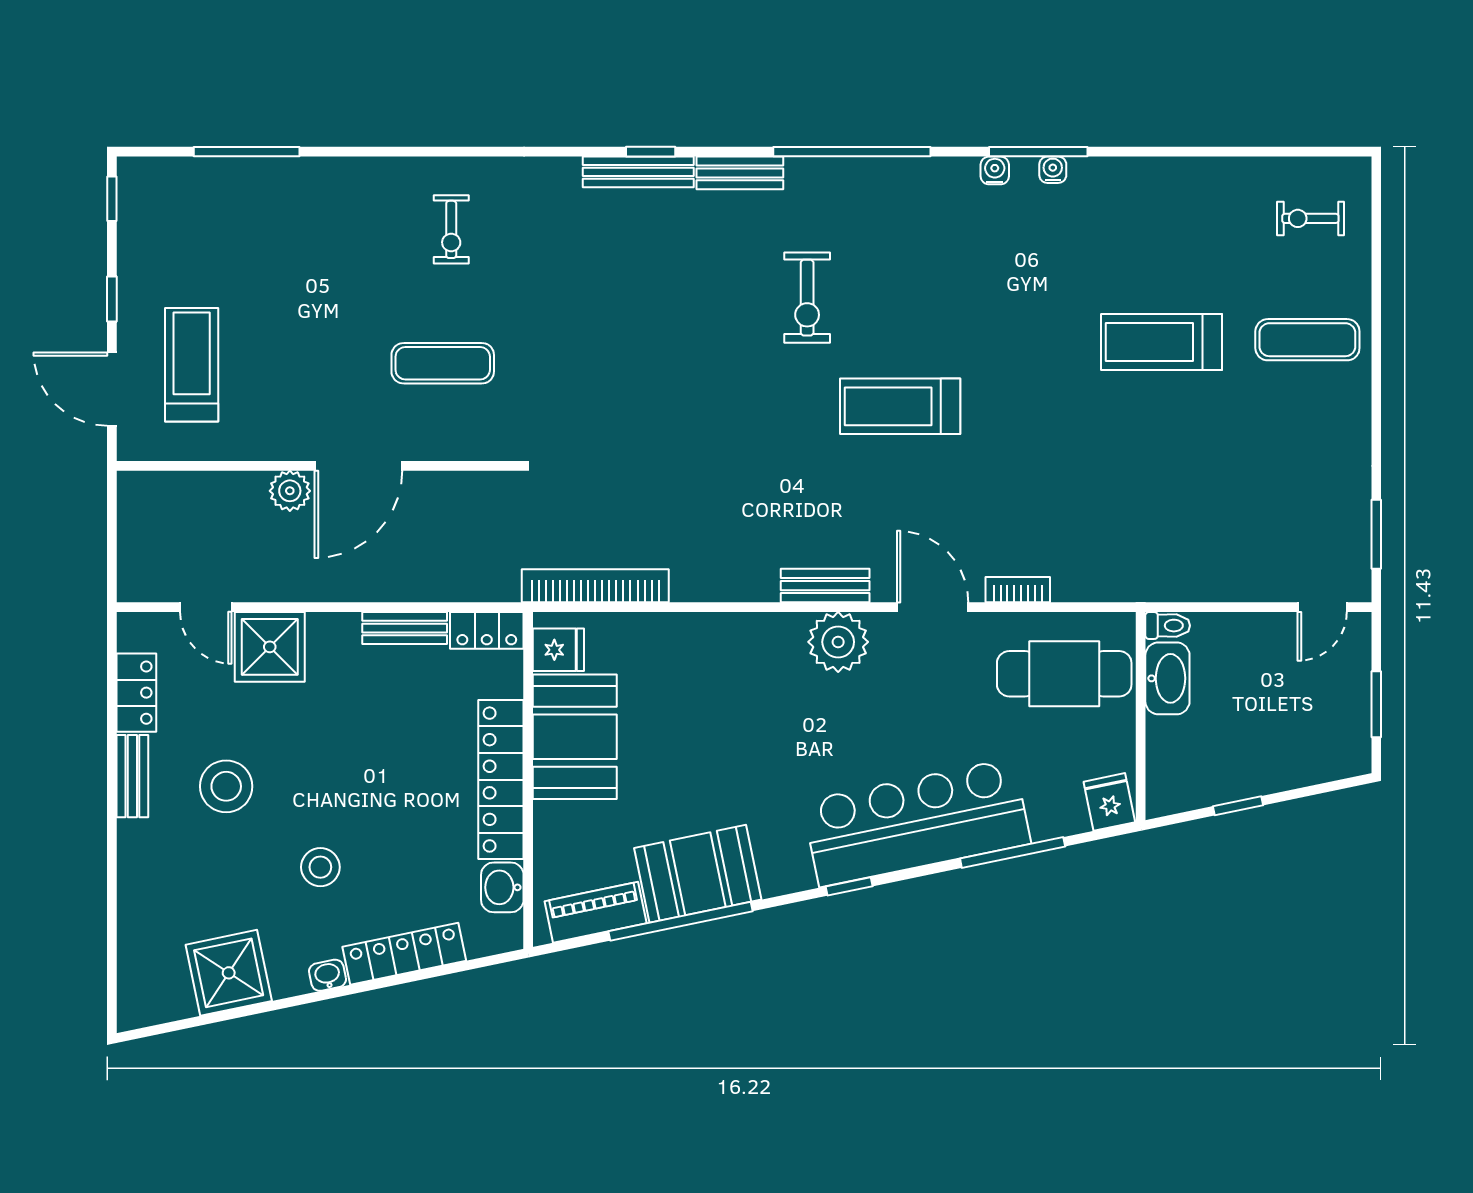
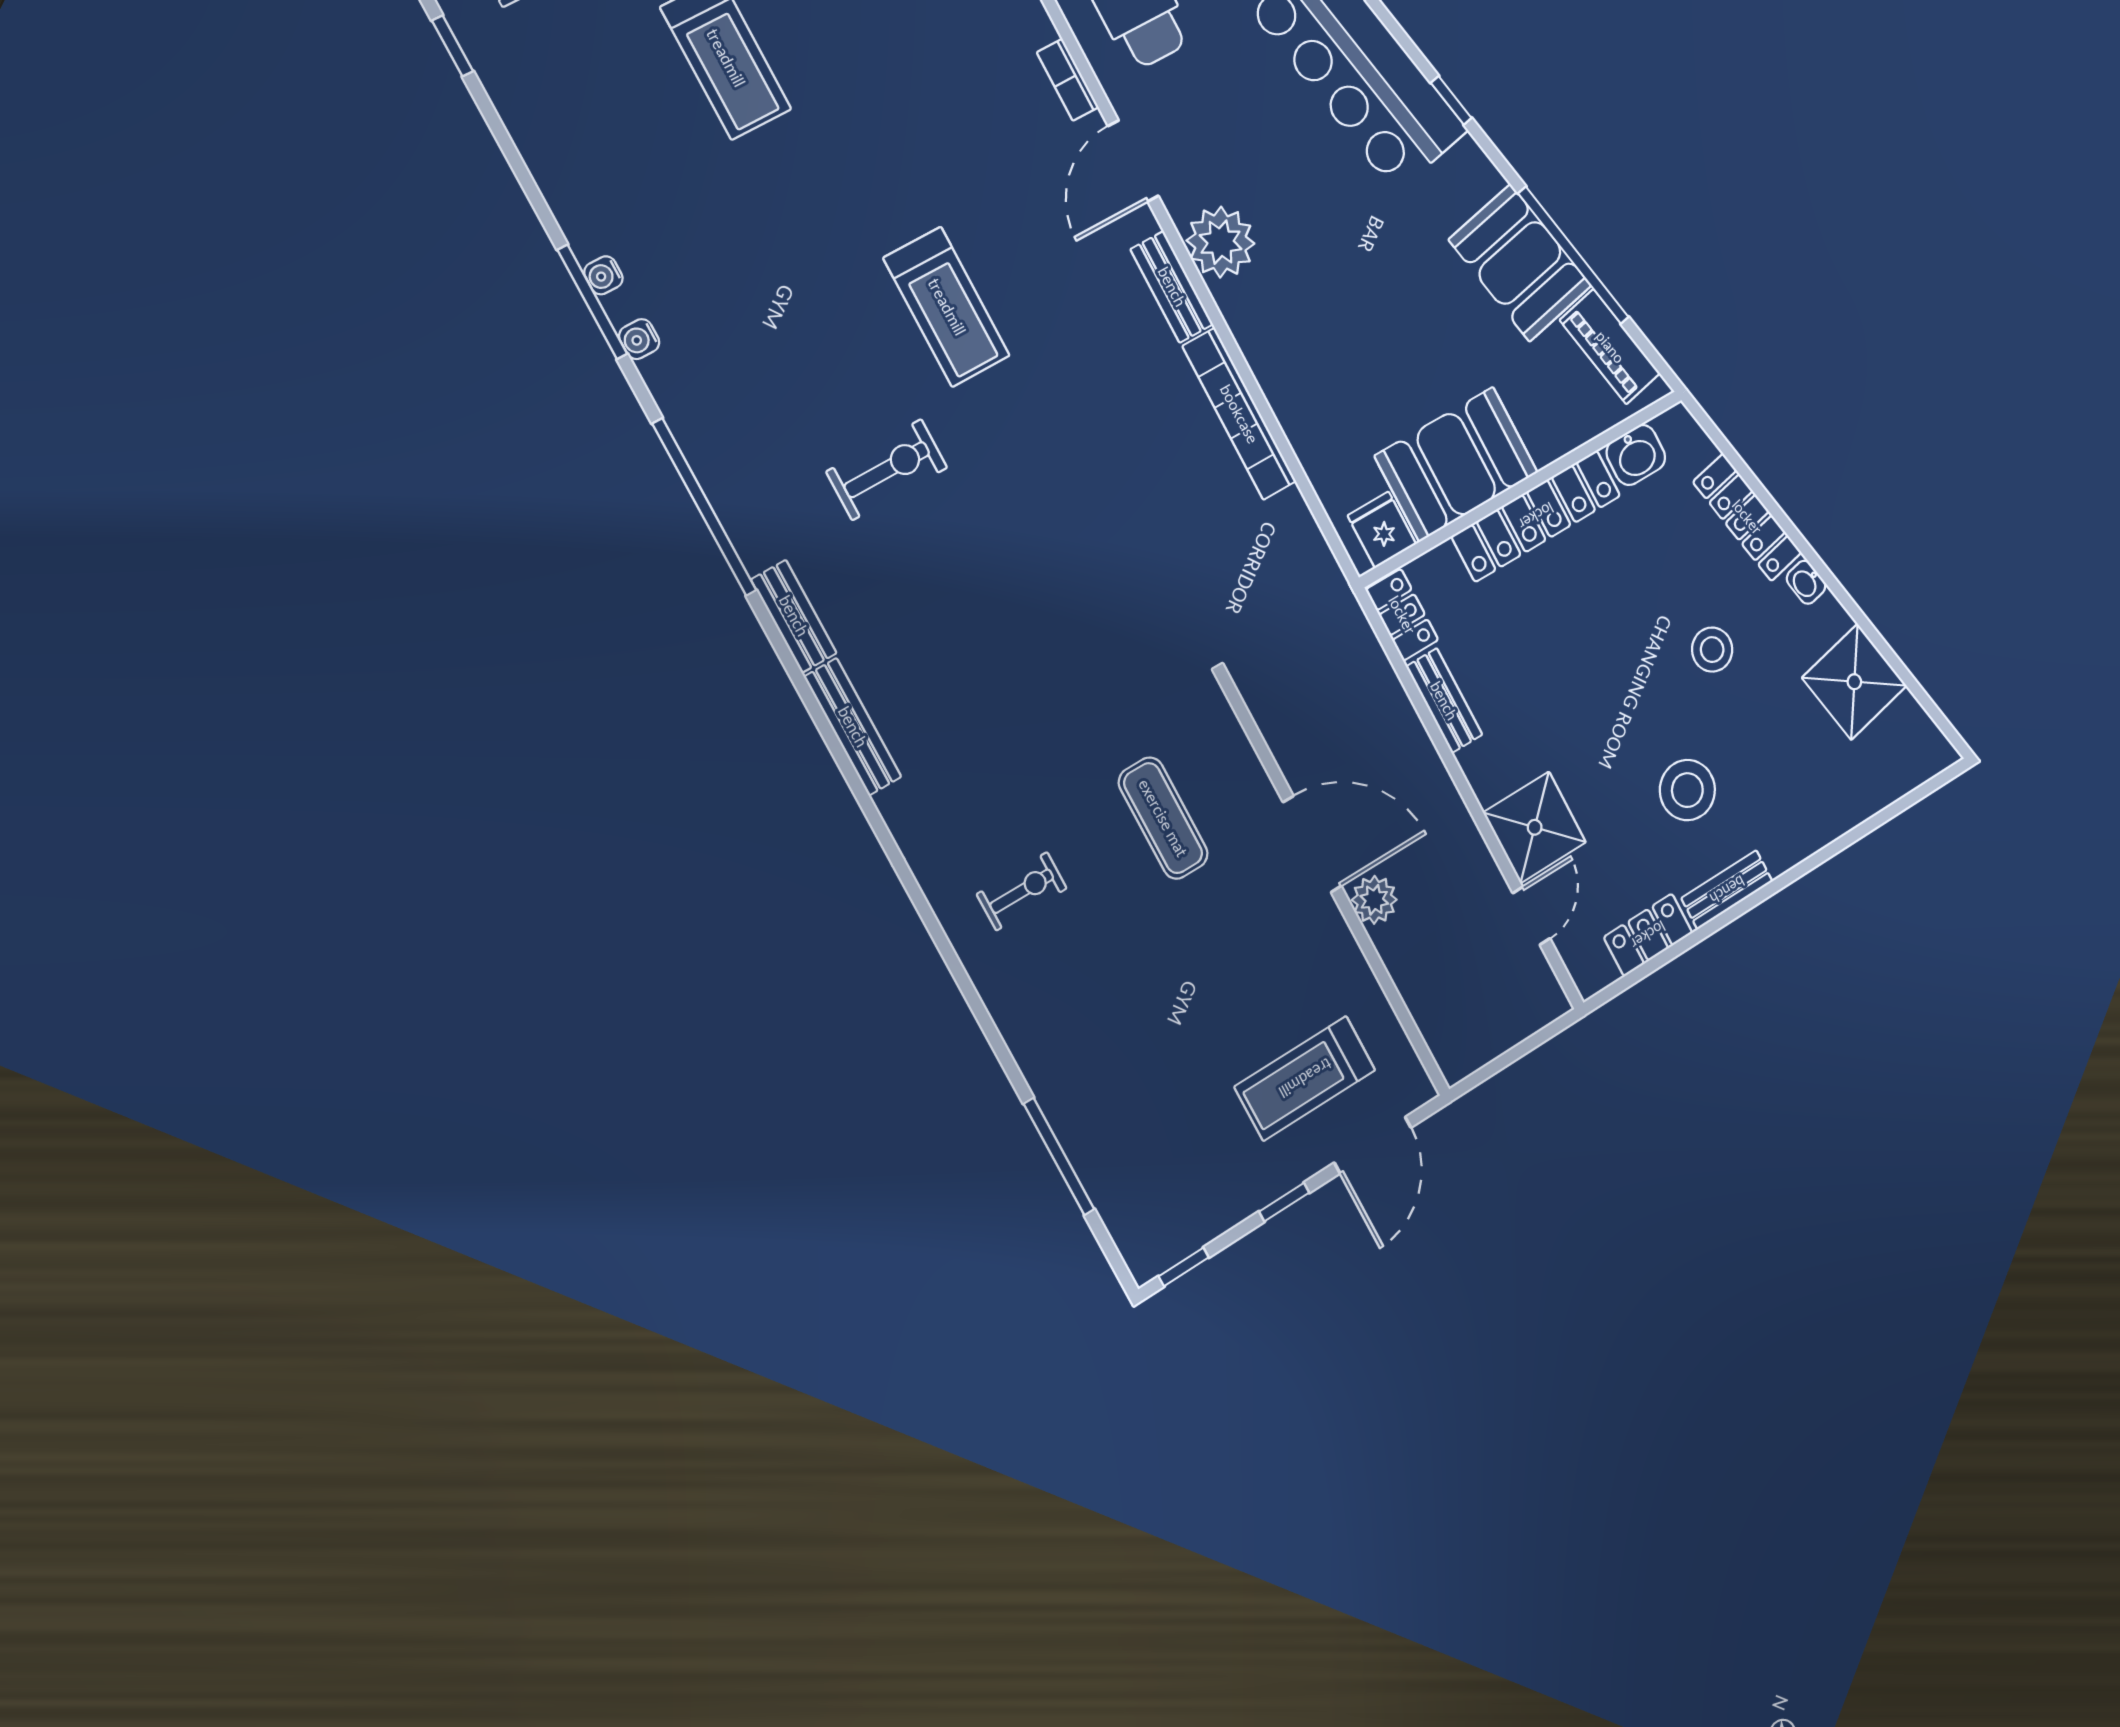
window: (651, 152) -> (453, 46), moved
bookcase: (595, 586) -> (1239, 414), moved

